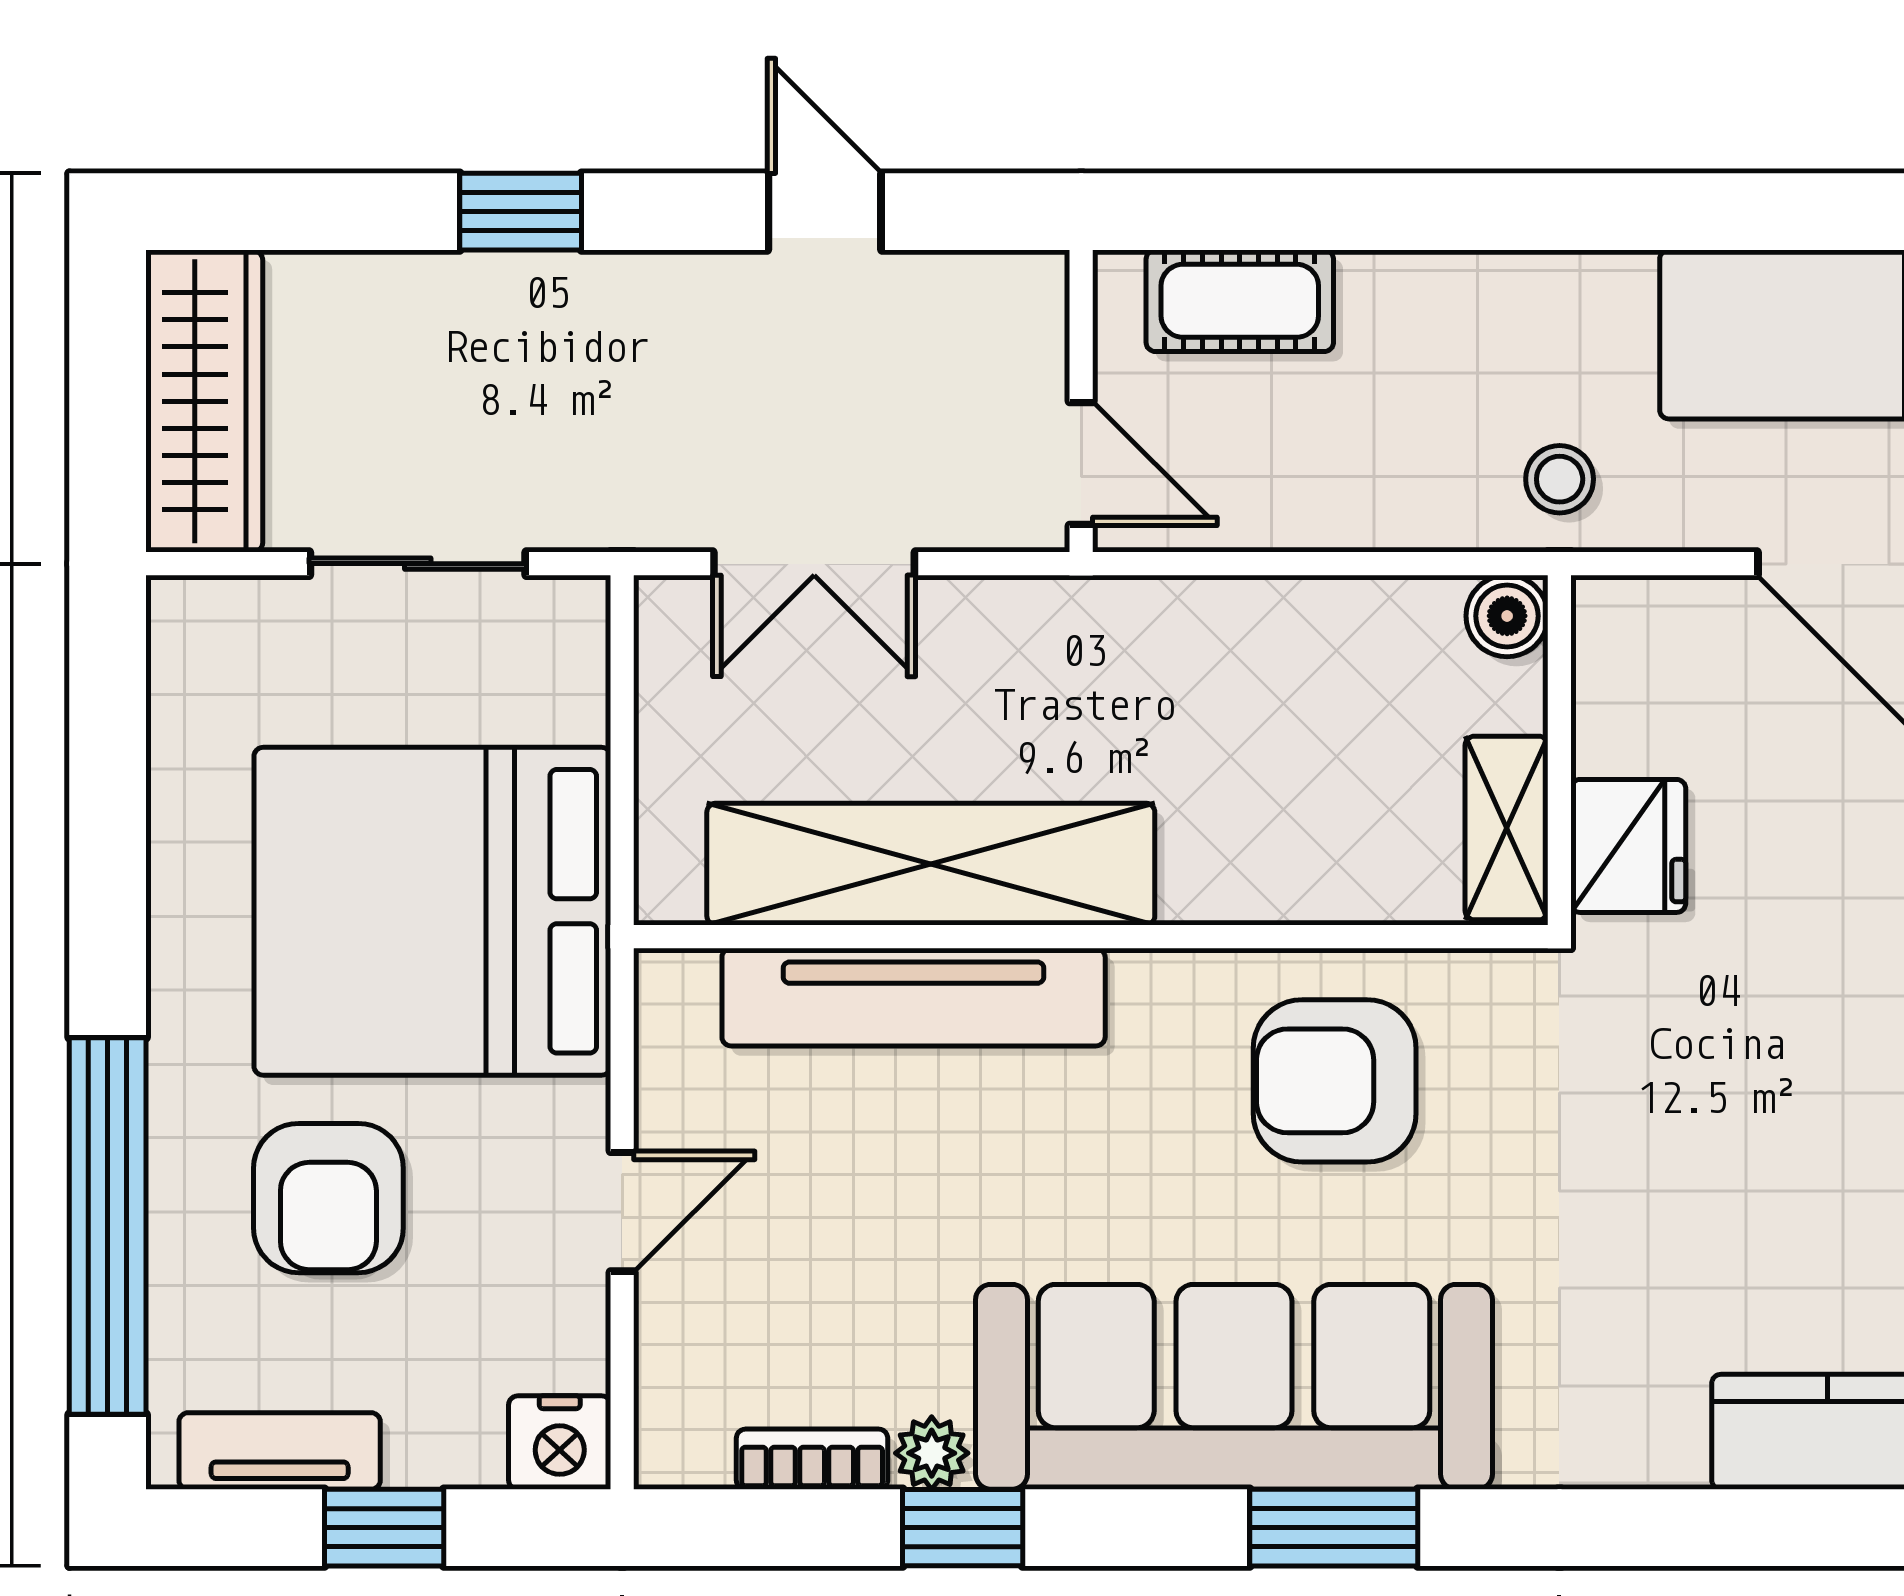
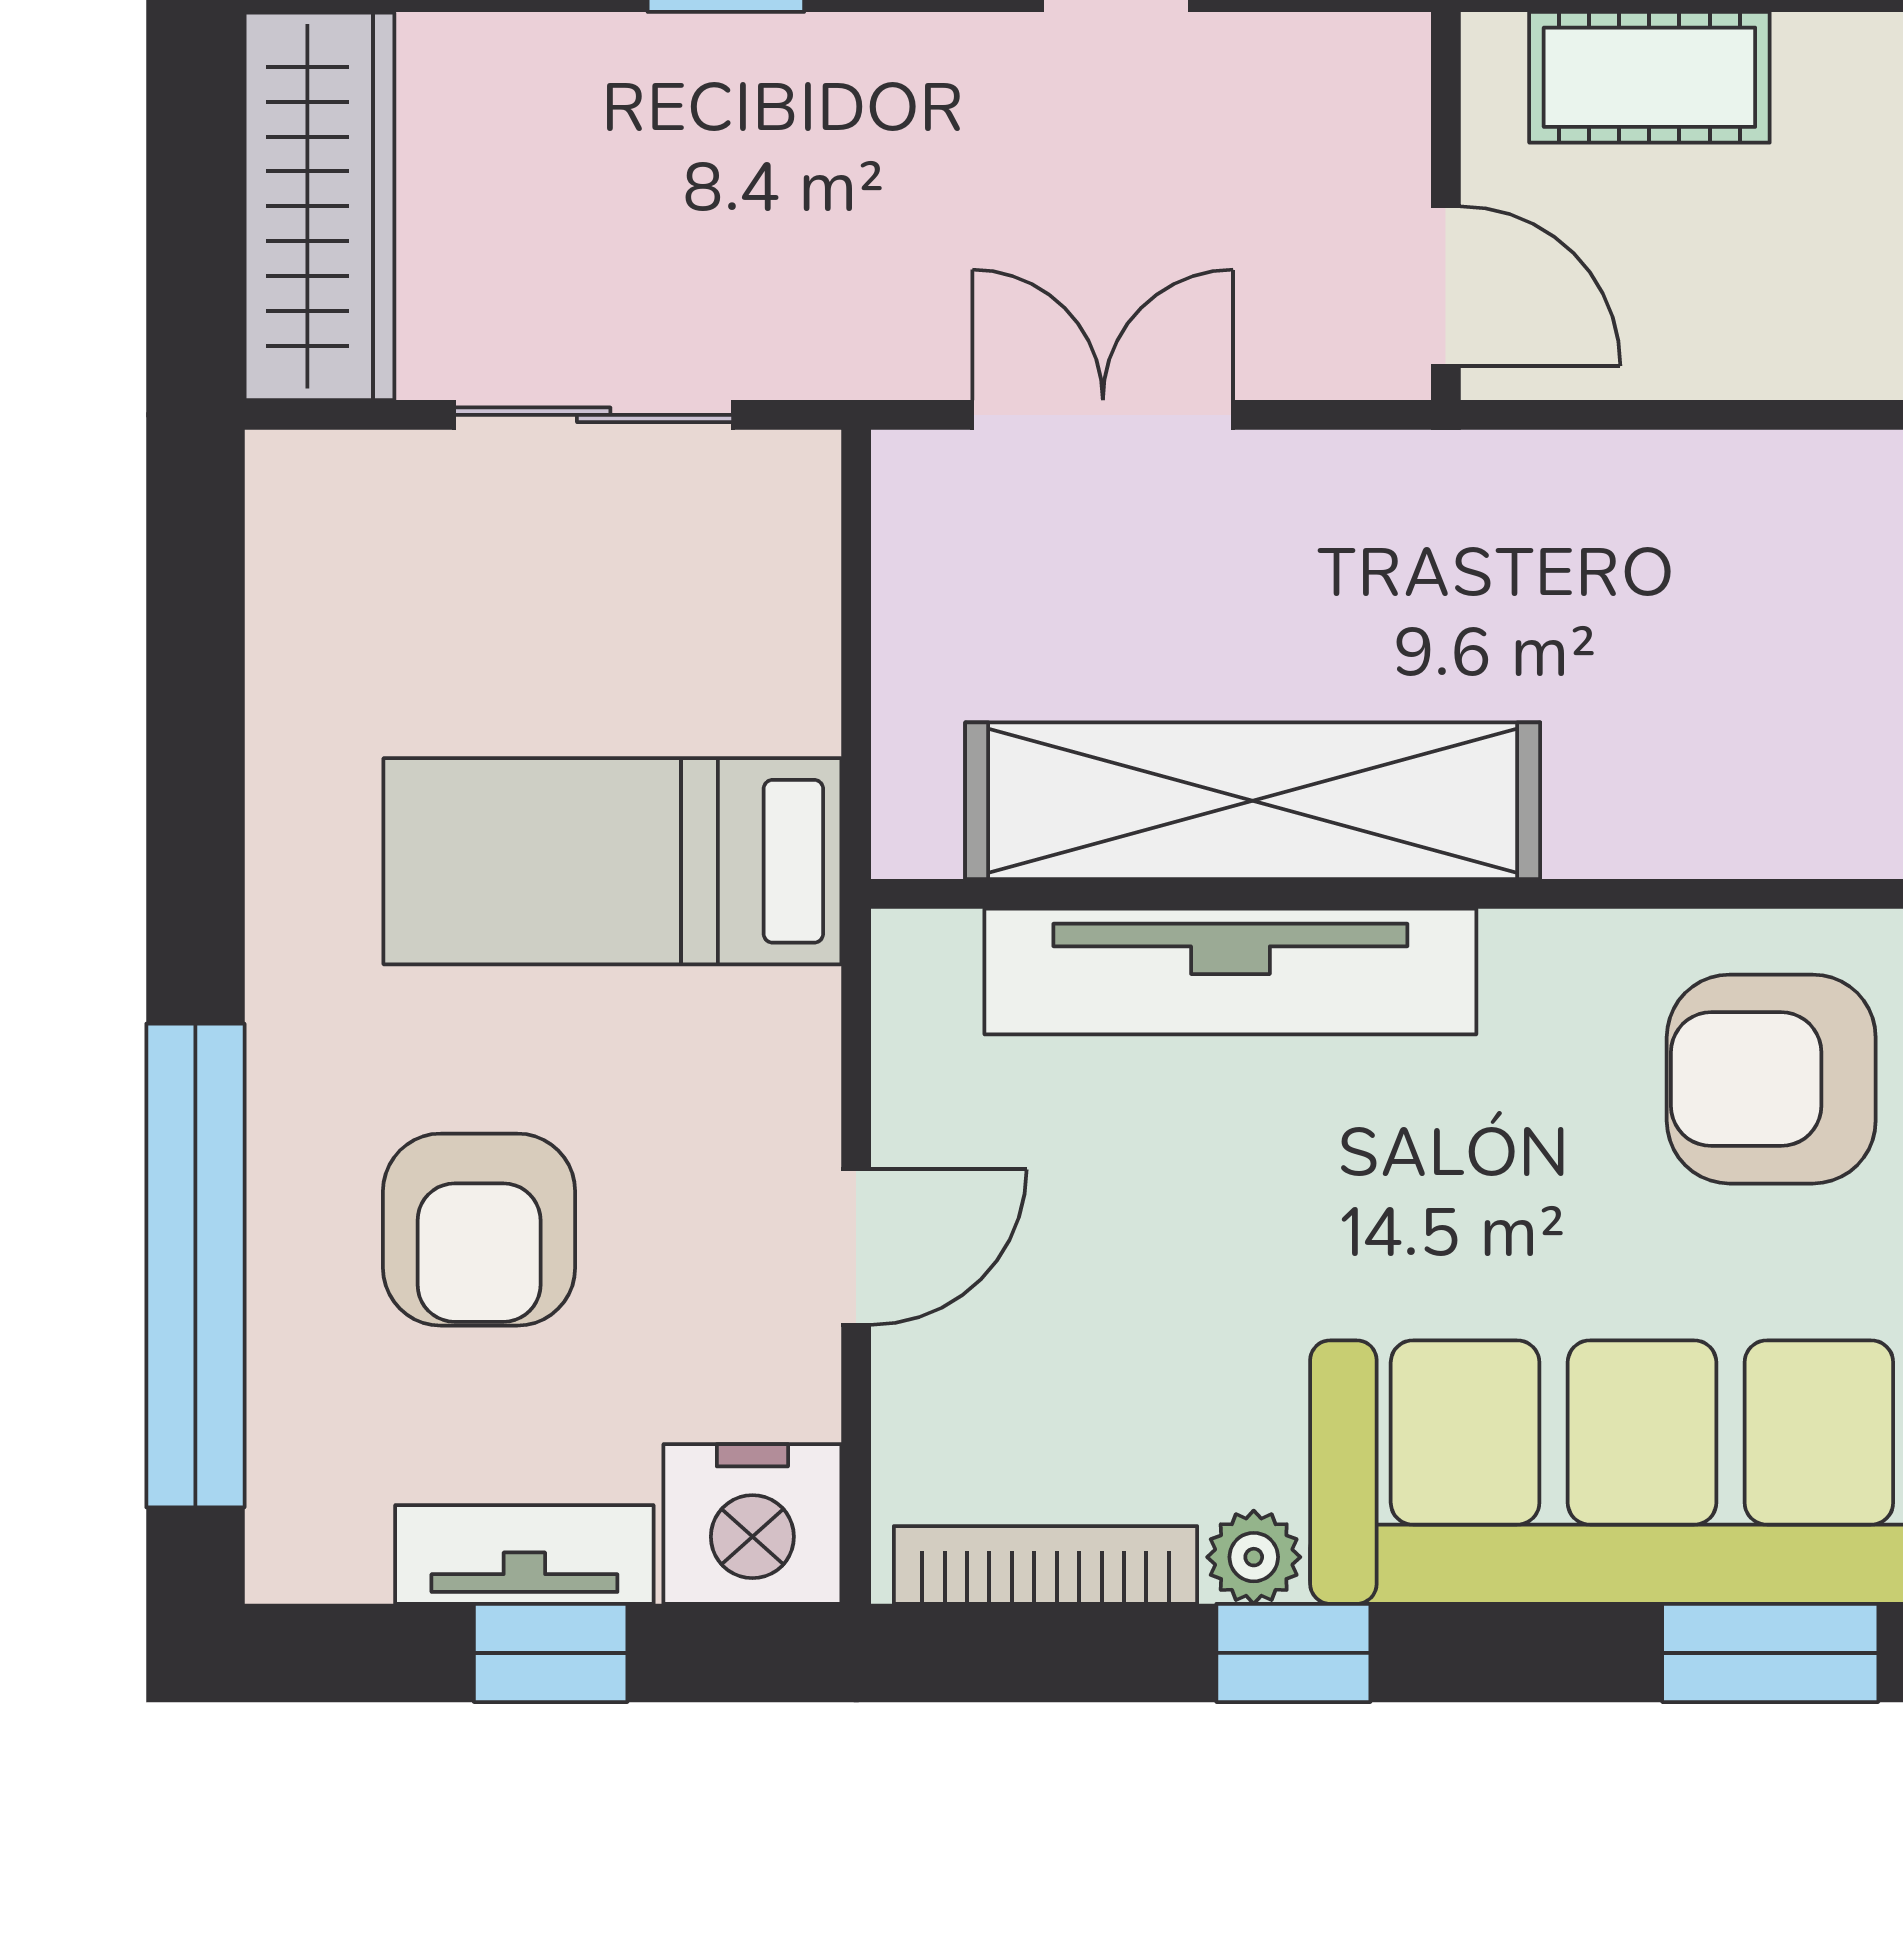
double door: (814, 564) -> (1103, 415), swing flipped
bed: (432, 911) -> (612, 861), width x0.49
nightstand: (560, 1443) -> (752, 1524), width x1.36, depth x1.33
tv unit: (280, 1451) -> (524, 1554), moved
bookcase: (812, 1459) -> (1045, 1565), width x1.56

